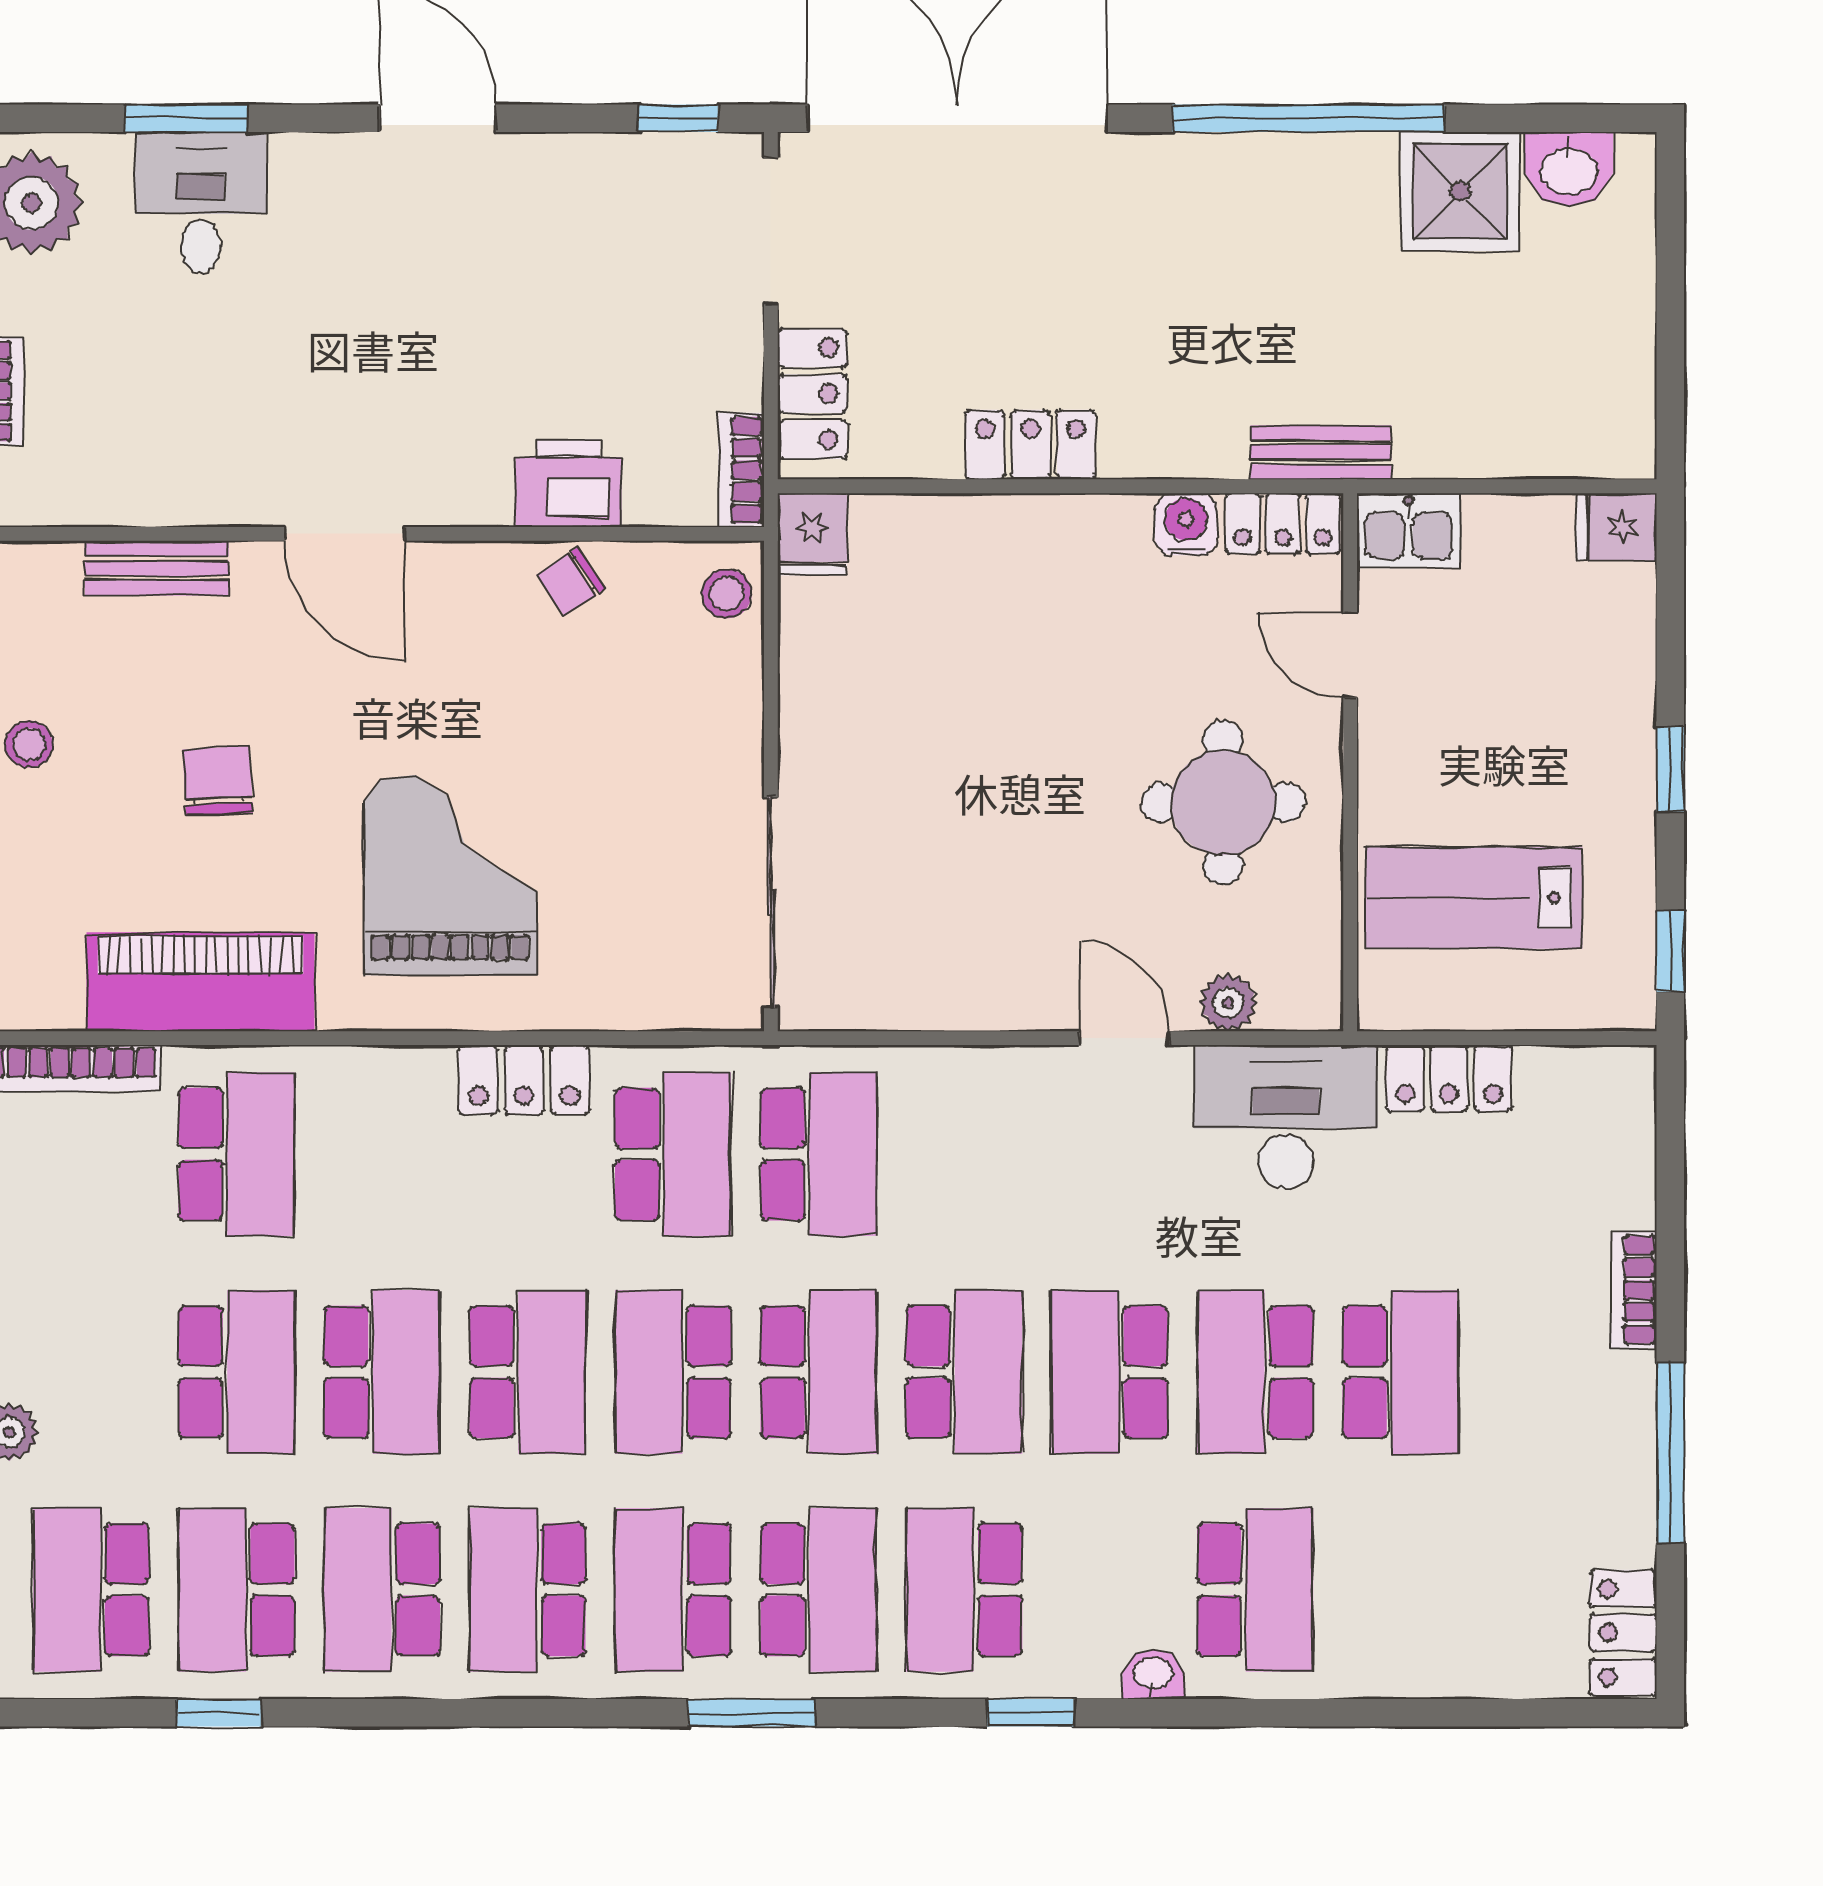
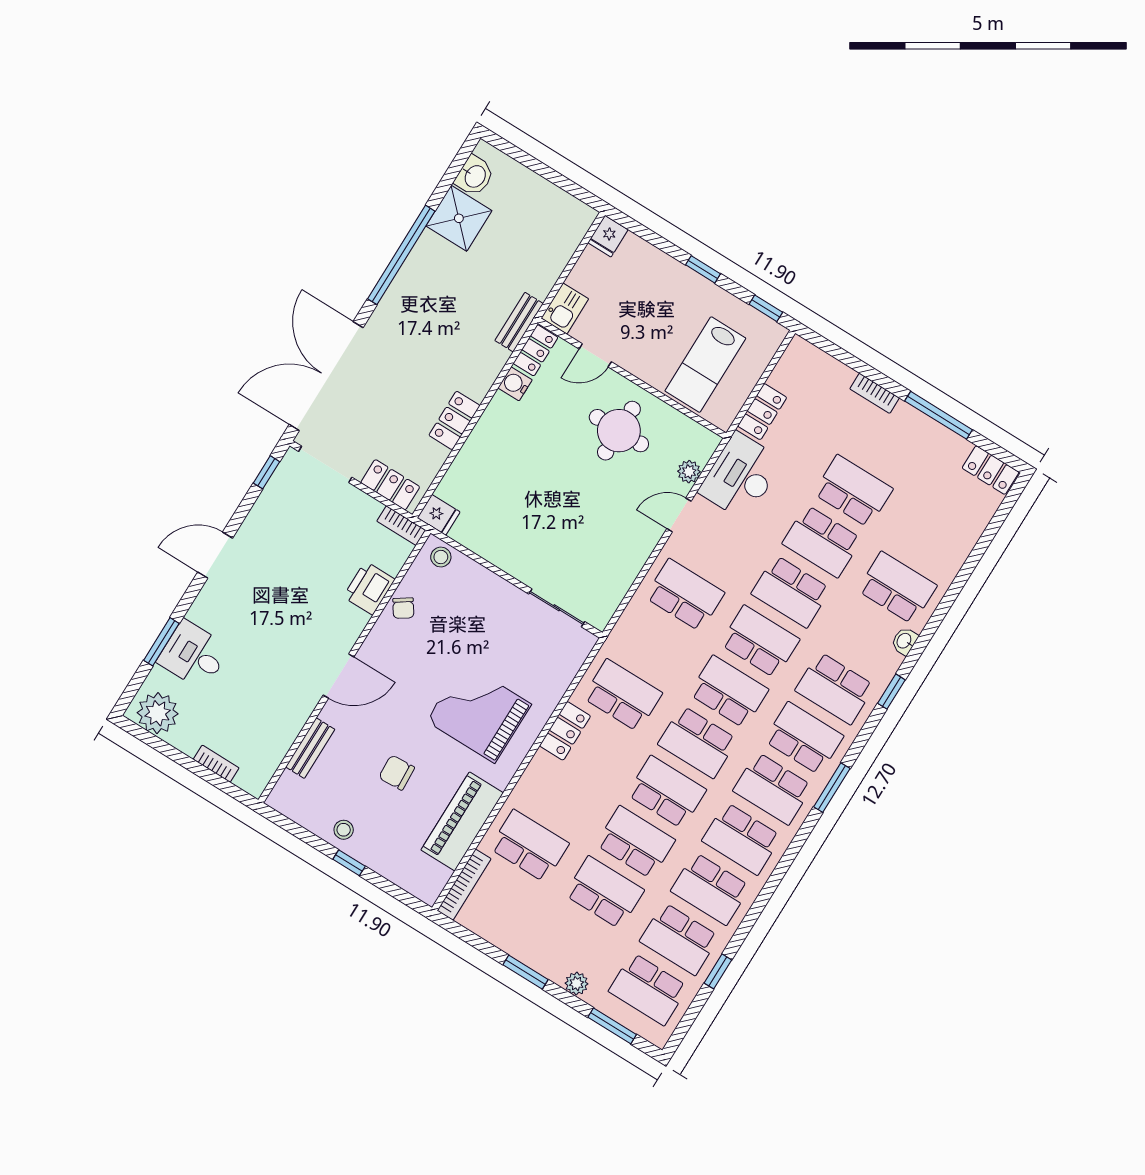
sliding door: (771, 902) -> (557, 608), width x0.73
school desk: (819, 1154) -> (685, 595), moved

